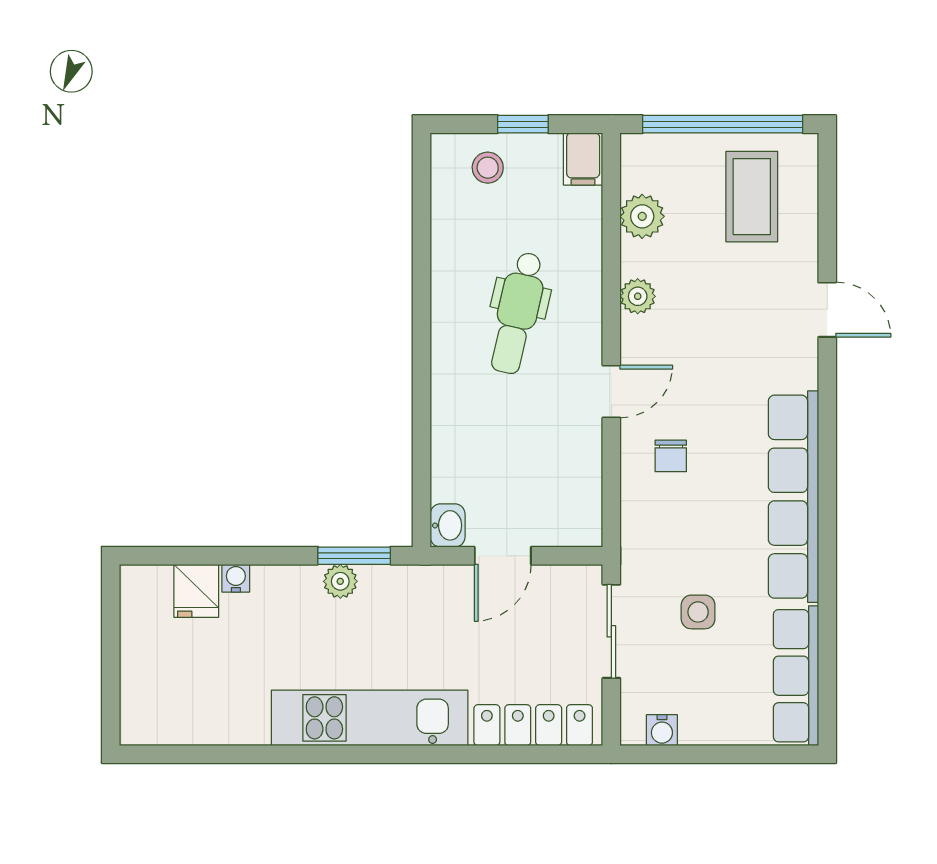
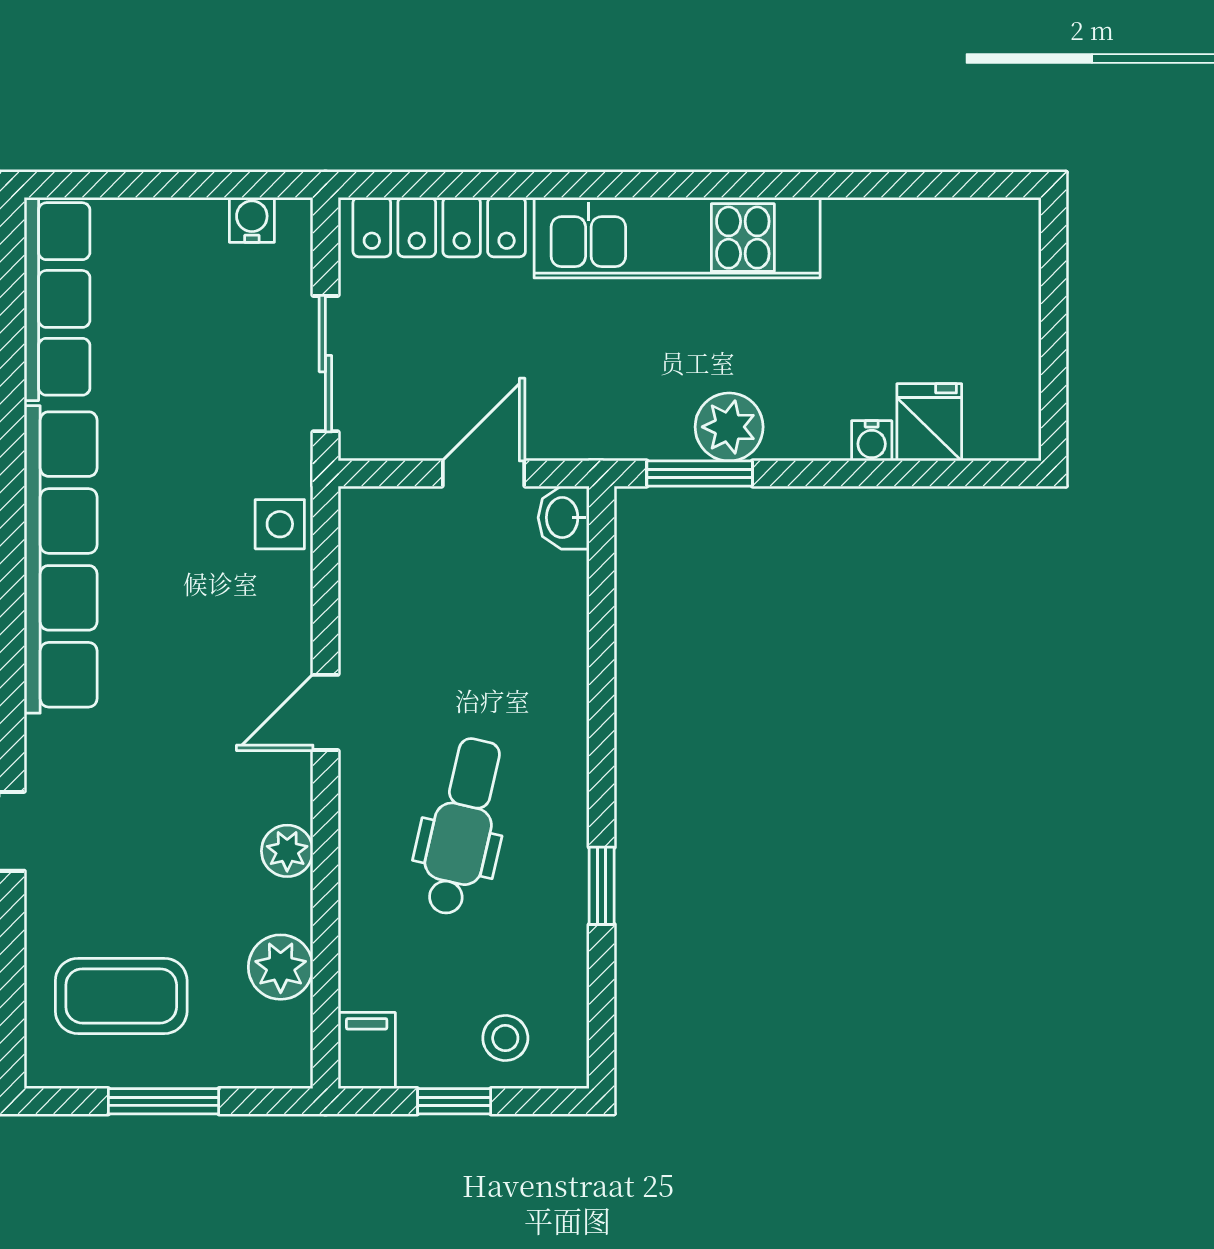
window: (723, 124) -> (164, 1101), width x0.47
coffee table: (752, 197) -> (121, 996), turned 90
window: (421, 272) -> (602, 886), added
chair: (671, 456) -> (239, 619), removed
plant: (340, 581) -> (729, 427), width x1.38, depth x1.38
side table: (698, 612) -> (280, 524), moved

